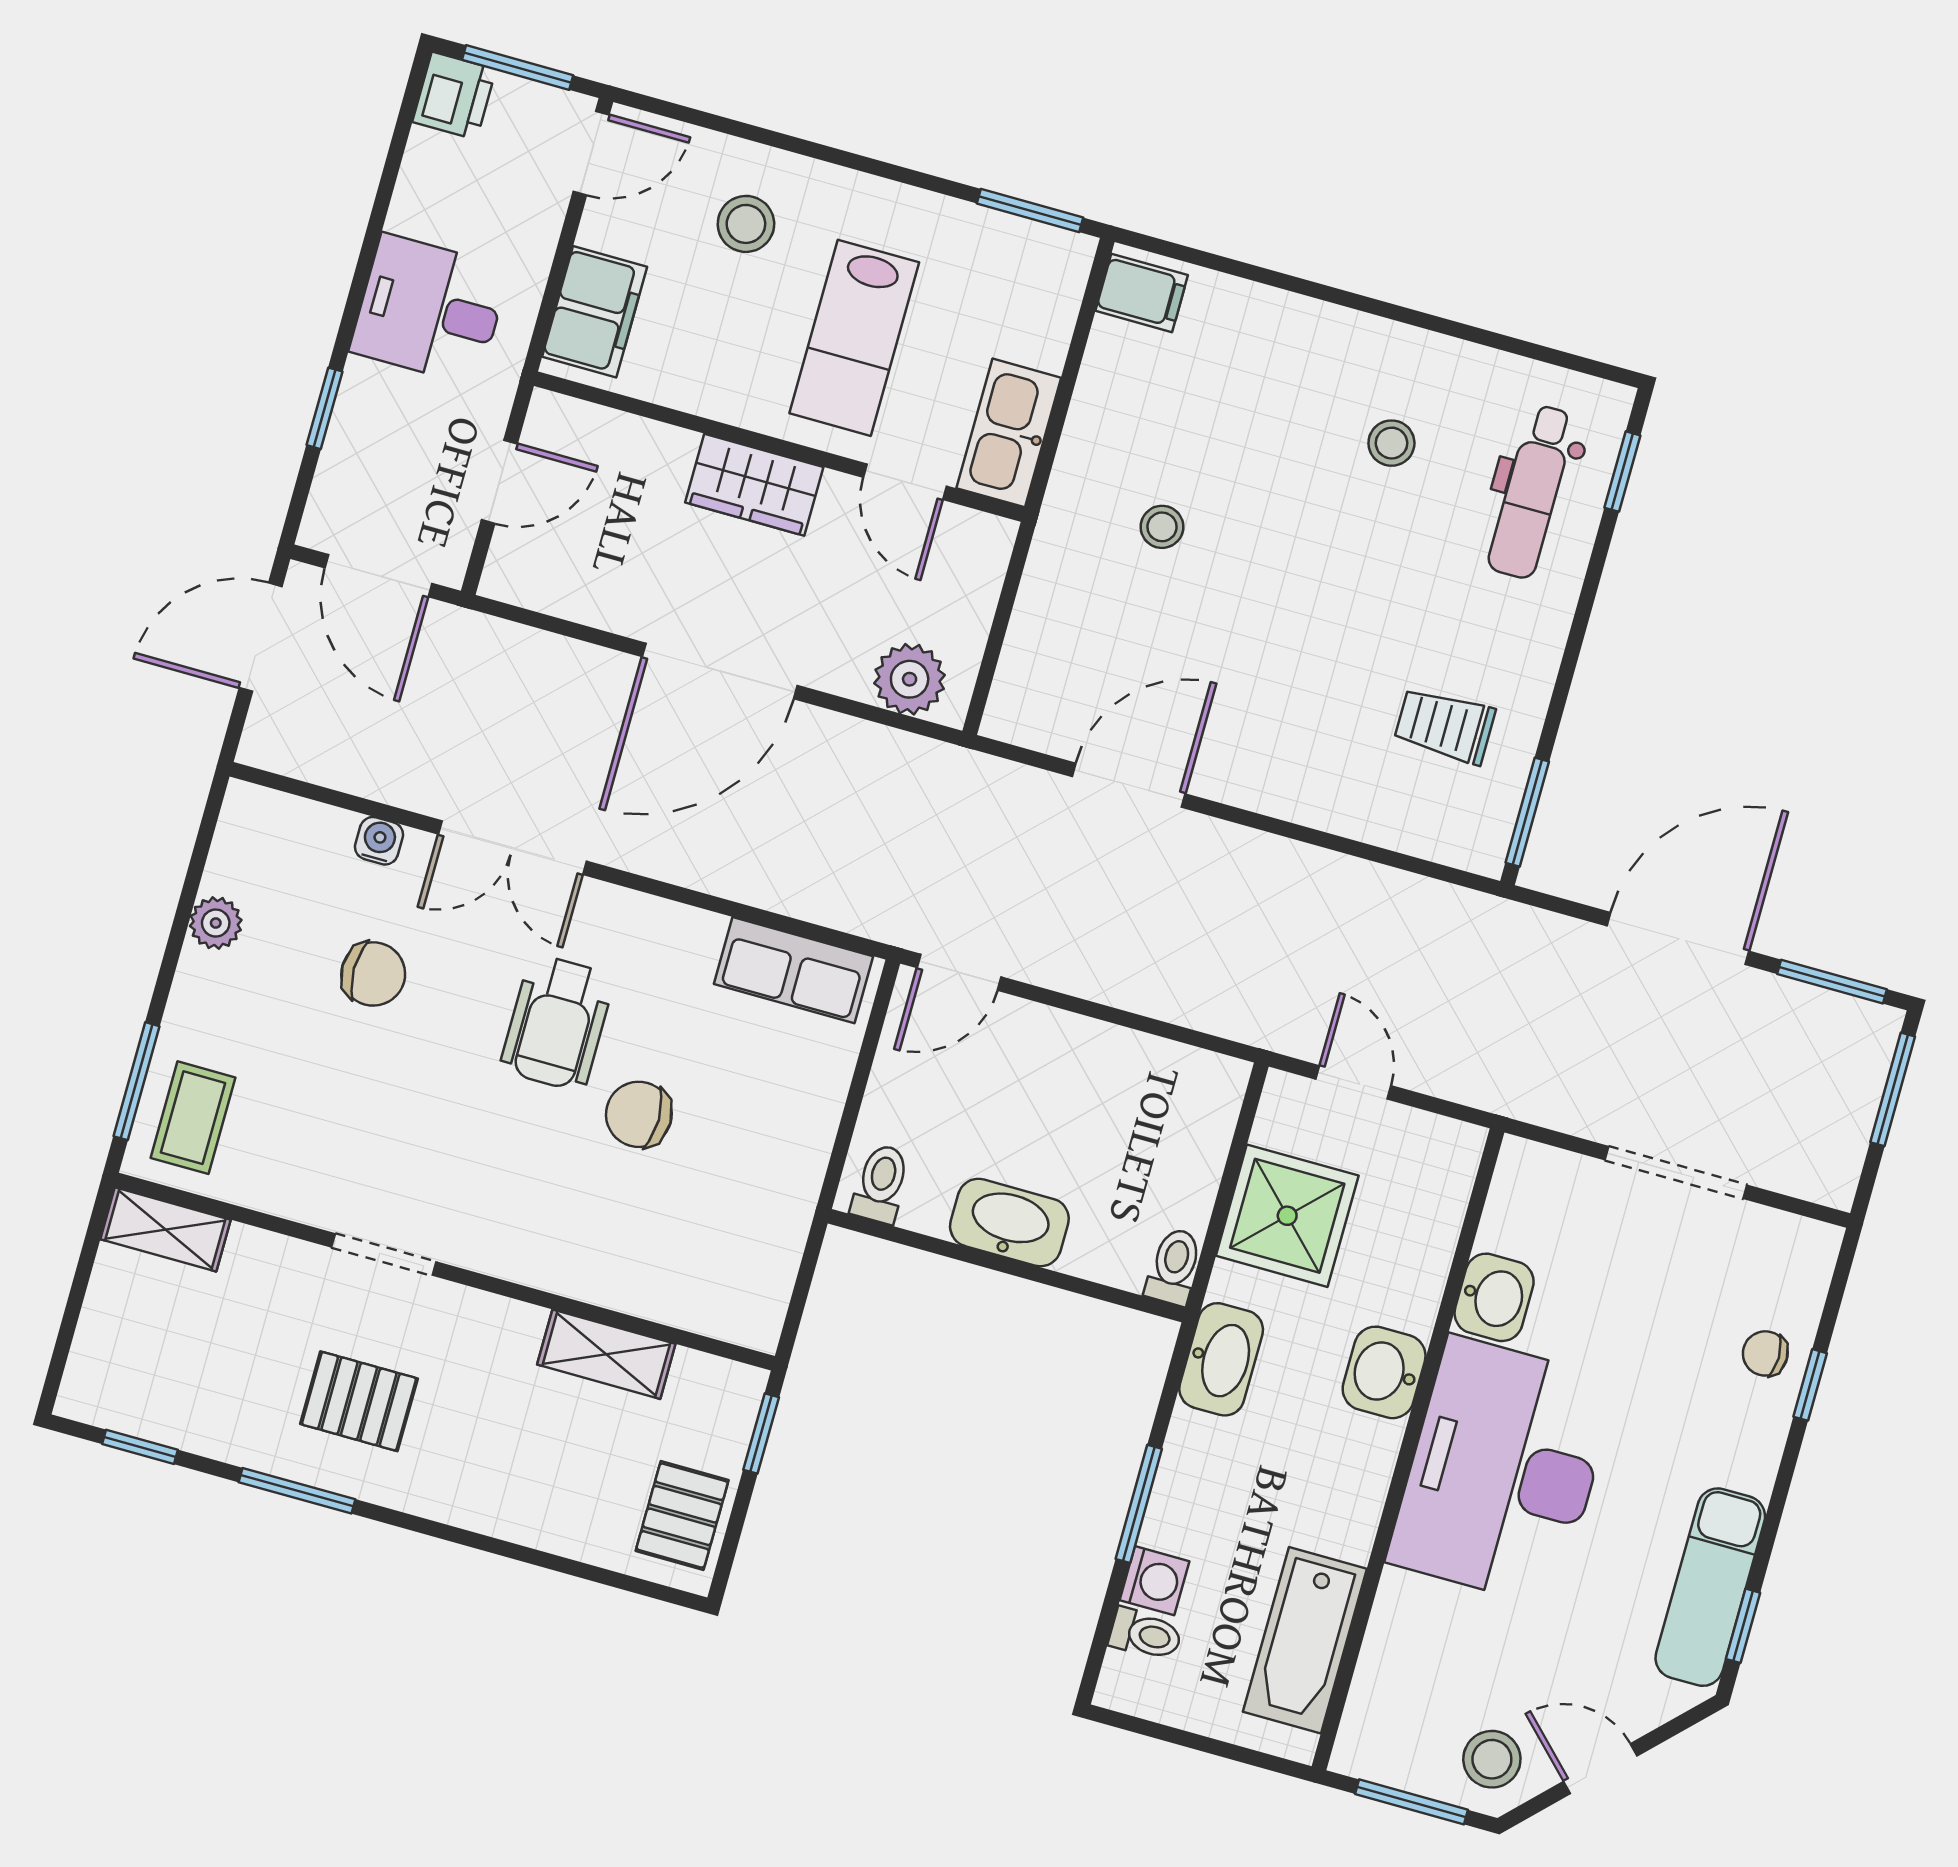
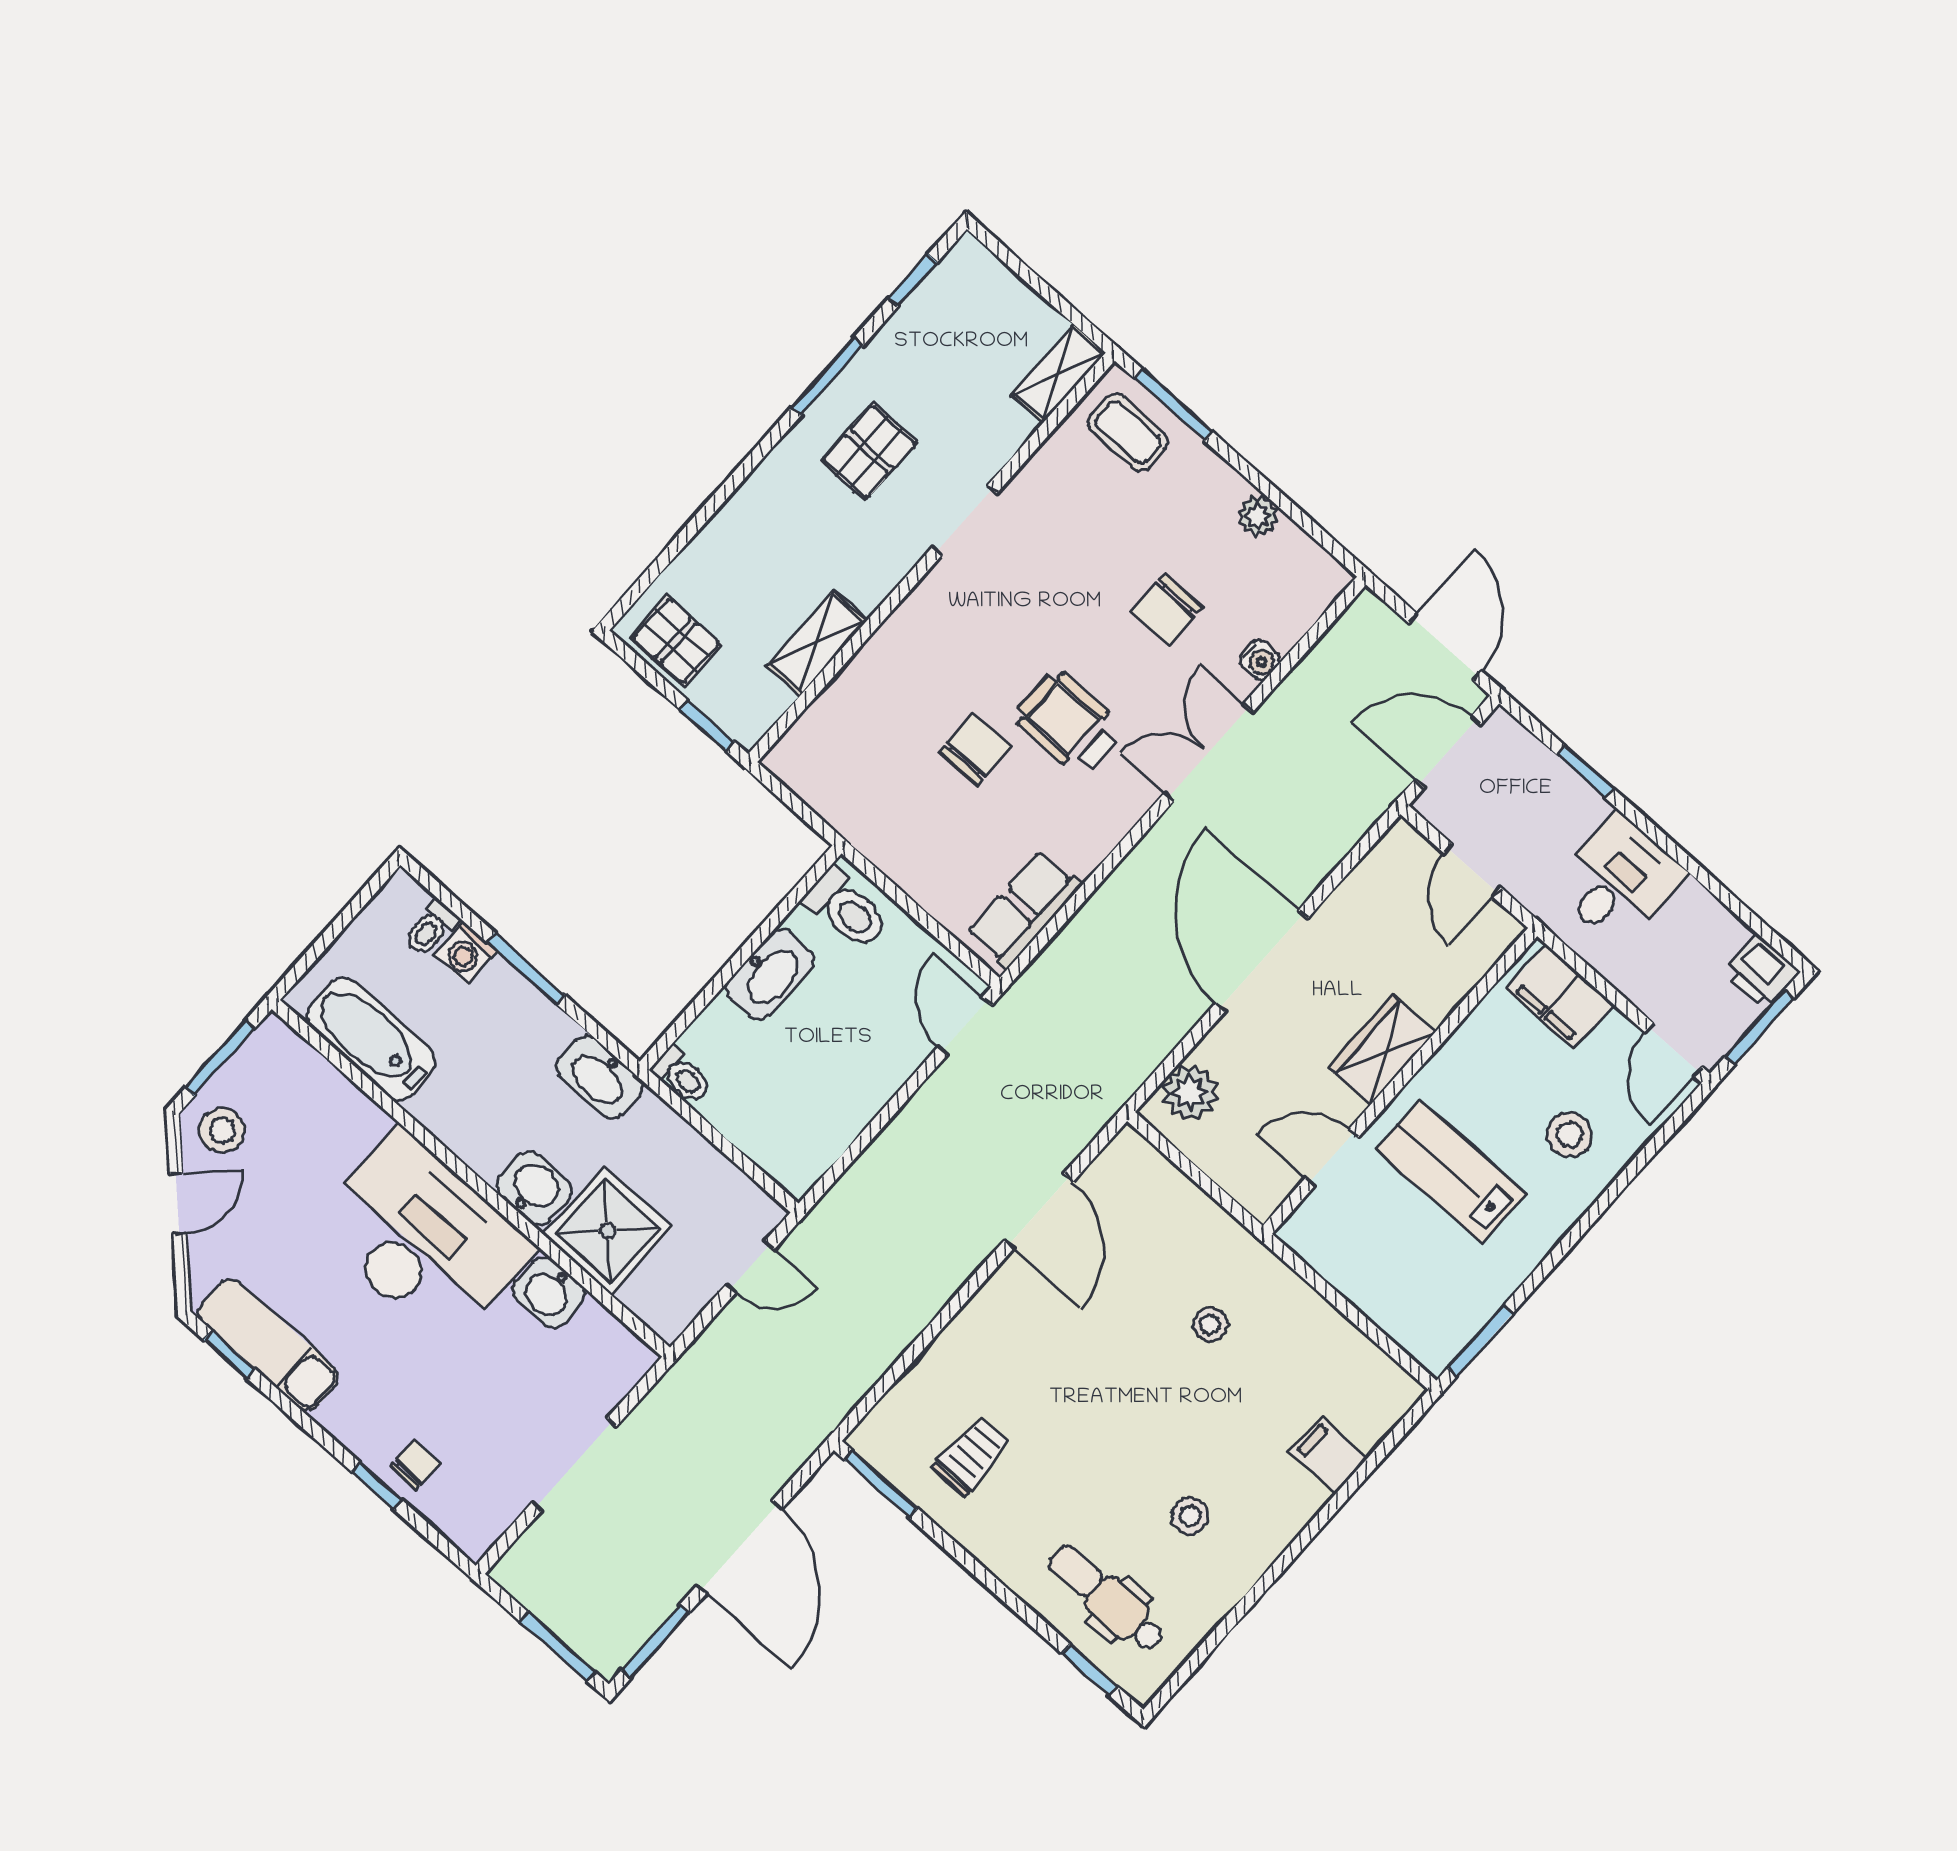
filing cabinet: (1142, 293) -> (1329, 1455), moved, turned 90
kitchen sink: (1009, 433) -> (1330, 1248), removed
toilet: (881, 1184) -> (846, 909), width x1.37, depth x1.39
shower: (1287, 1216) -> (608, 1231), moved

